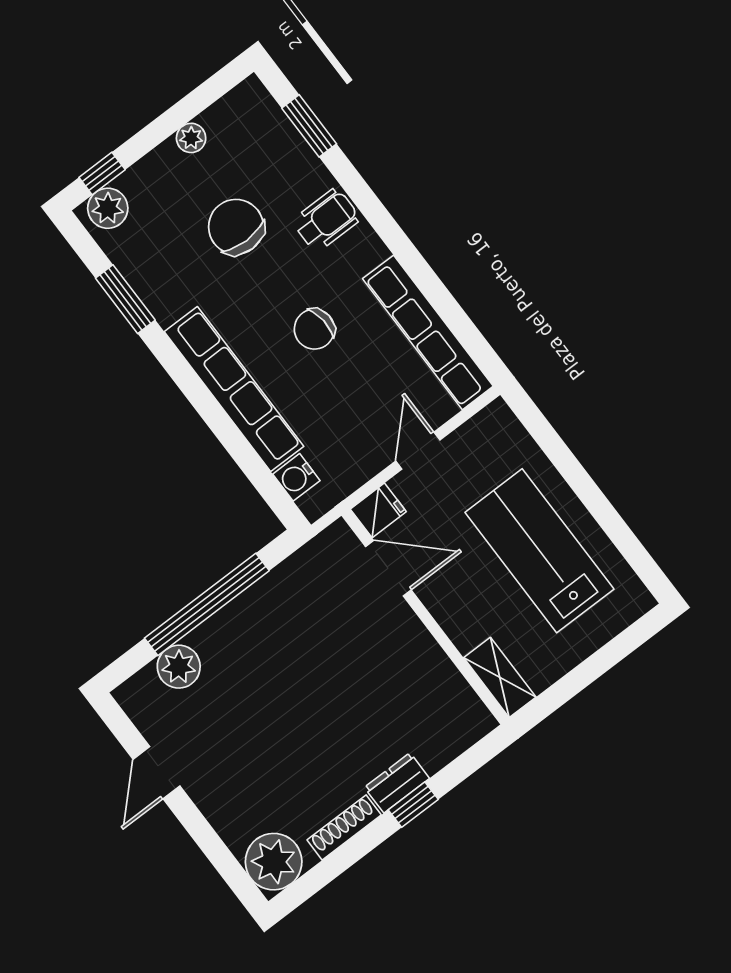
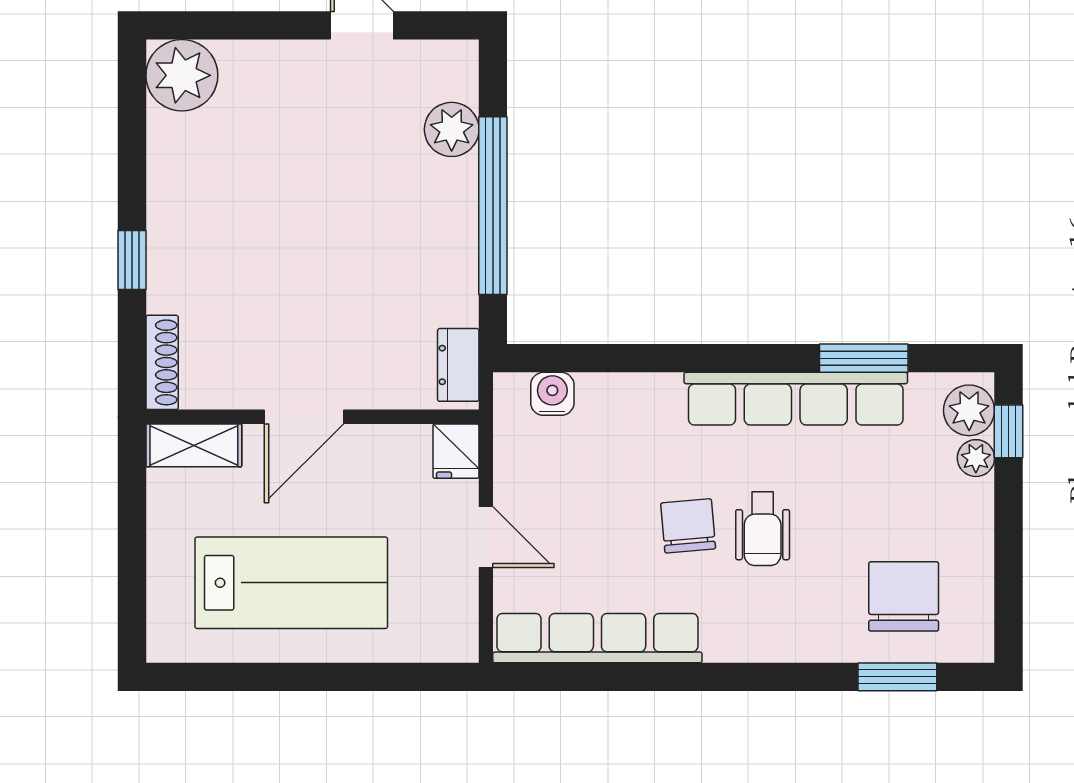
plant: (191, 138) -> (976, 458), moved
wheelchair: (326, 220) -> (763, 529), moved
chair: (236, 227) -> (904, 596), moved, turned -90
row of seats: (234, 389) -> (796, 399), moved
door: (388, 568) -> (304, 417), moved
dresser: (397, 783) -> (458, 365), moved, turned 180
shoe rack: (344, 827) -> (162, 362), moved

